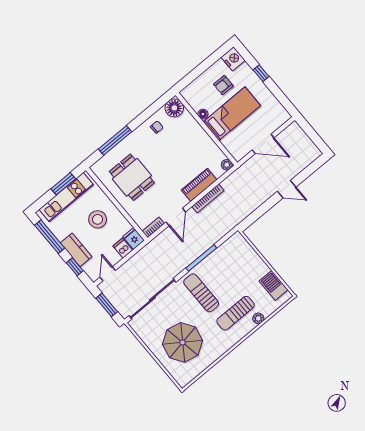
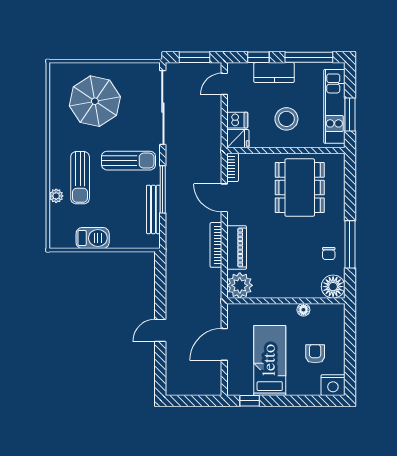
window: (261, 73) -> (250, 401), moved
bed: (232, 114) -> (270, 360), moved, turned 180
window: (115, 140) -> (350, 244), moved
plant: (227, 165) -> (240, 285), width x1.87, depth x1.87
dining table: (132, 177) -> (300, 188), width x1.38
bench: (218, 254) -> (153, 209), added
door: (108, 274) -> (224, 84), swing flipped
barbecue: (274, 285) -> (93, 238), moved
sun lounger: (236, 313) -> (80, 178), turned 180

